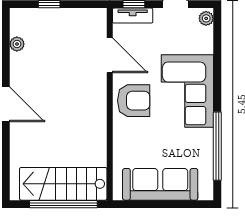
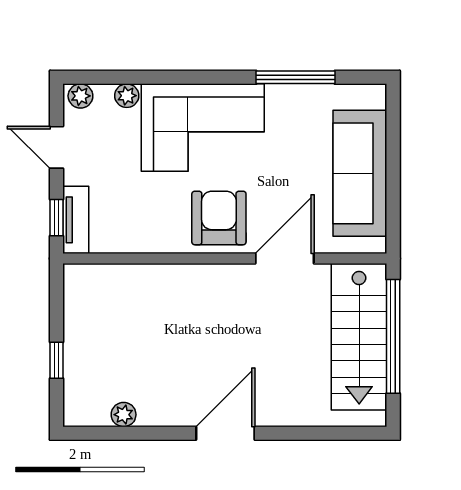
plant: (206, 46) -> (127, 96), added
door: (110, 55) -> (285, 258), moved
window: (217, 146) -> (296, 77), width x0.68

